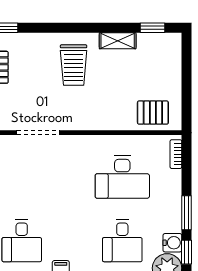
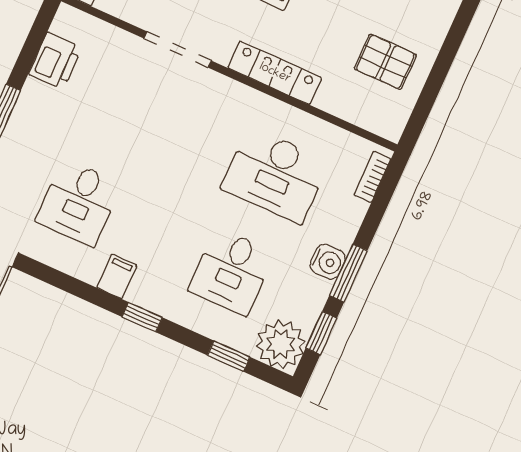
pallet: (153, 113) -> (385, 62), moved
locker: (97, 121) -> (275, 73), added
water cooler: (172, 243) -> (328, 262), moved

